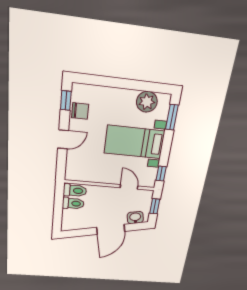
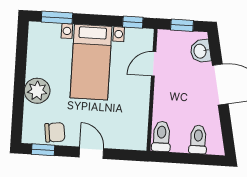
plant: (147, 102) -> (37, 91), moved
chair: (80, 111) -> (55, 132), turned 83
toilet: (73, 203) -> (198, 139), moved

